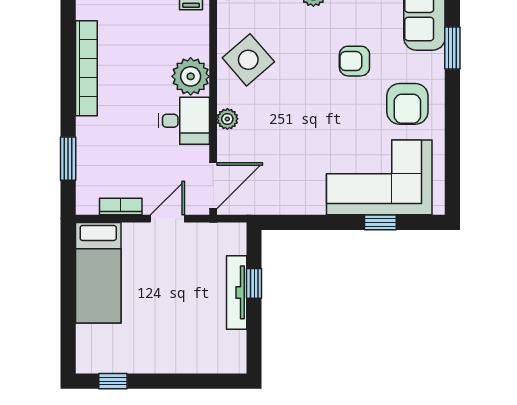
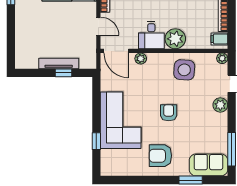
side table: (248, 60) -> (184, 70), turned 45
armchair: (354, 61) -> (169, 113), moved
plant: (227, 119) -> (141, 59), moved
corner sofa: (379, 177) -> (121, 120), moved

